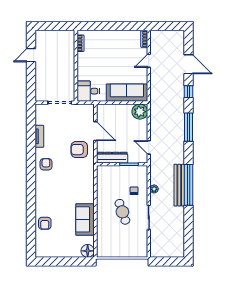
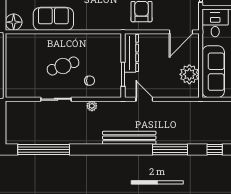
plant: (140, 112) -> (189, 74), moved
door: (95, 131) -> (181, 32), moved
door: (149, 147) -> (144, 99), hinge flipped
bench: (179, 185) -> (129, 138), moved
window: (189, 185) -> (44, 149), moved

